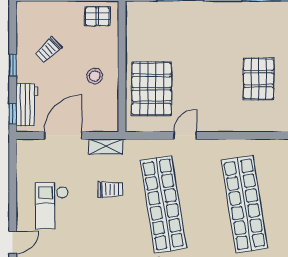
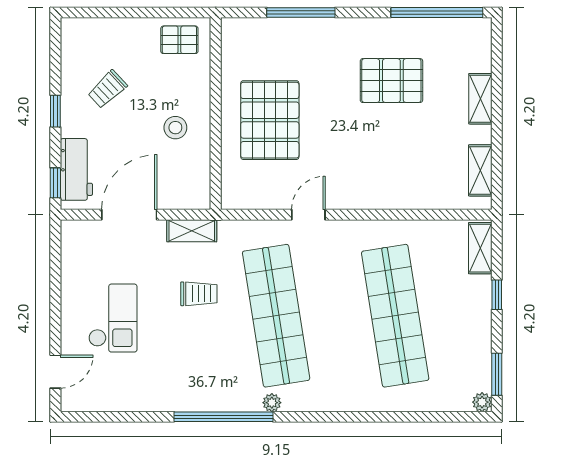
pallet: (259, 79) -> (391, 81), moved, turned 90
pallet: (152, 89) -> (270, 120), moved
checkout: (52, 206) -> (113, 318), turned 180

